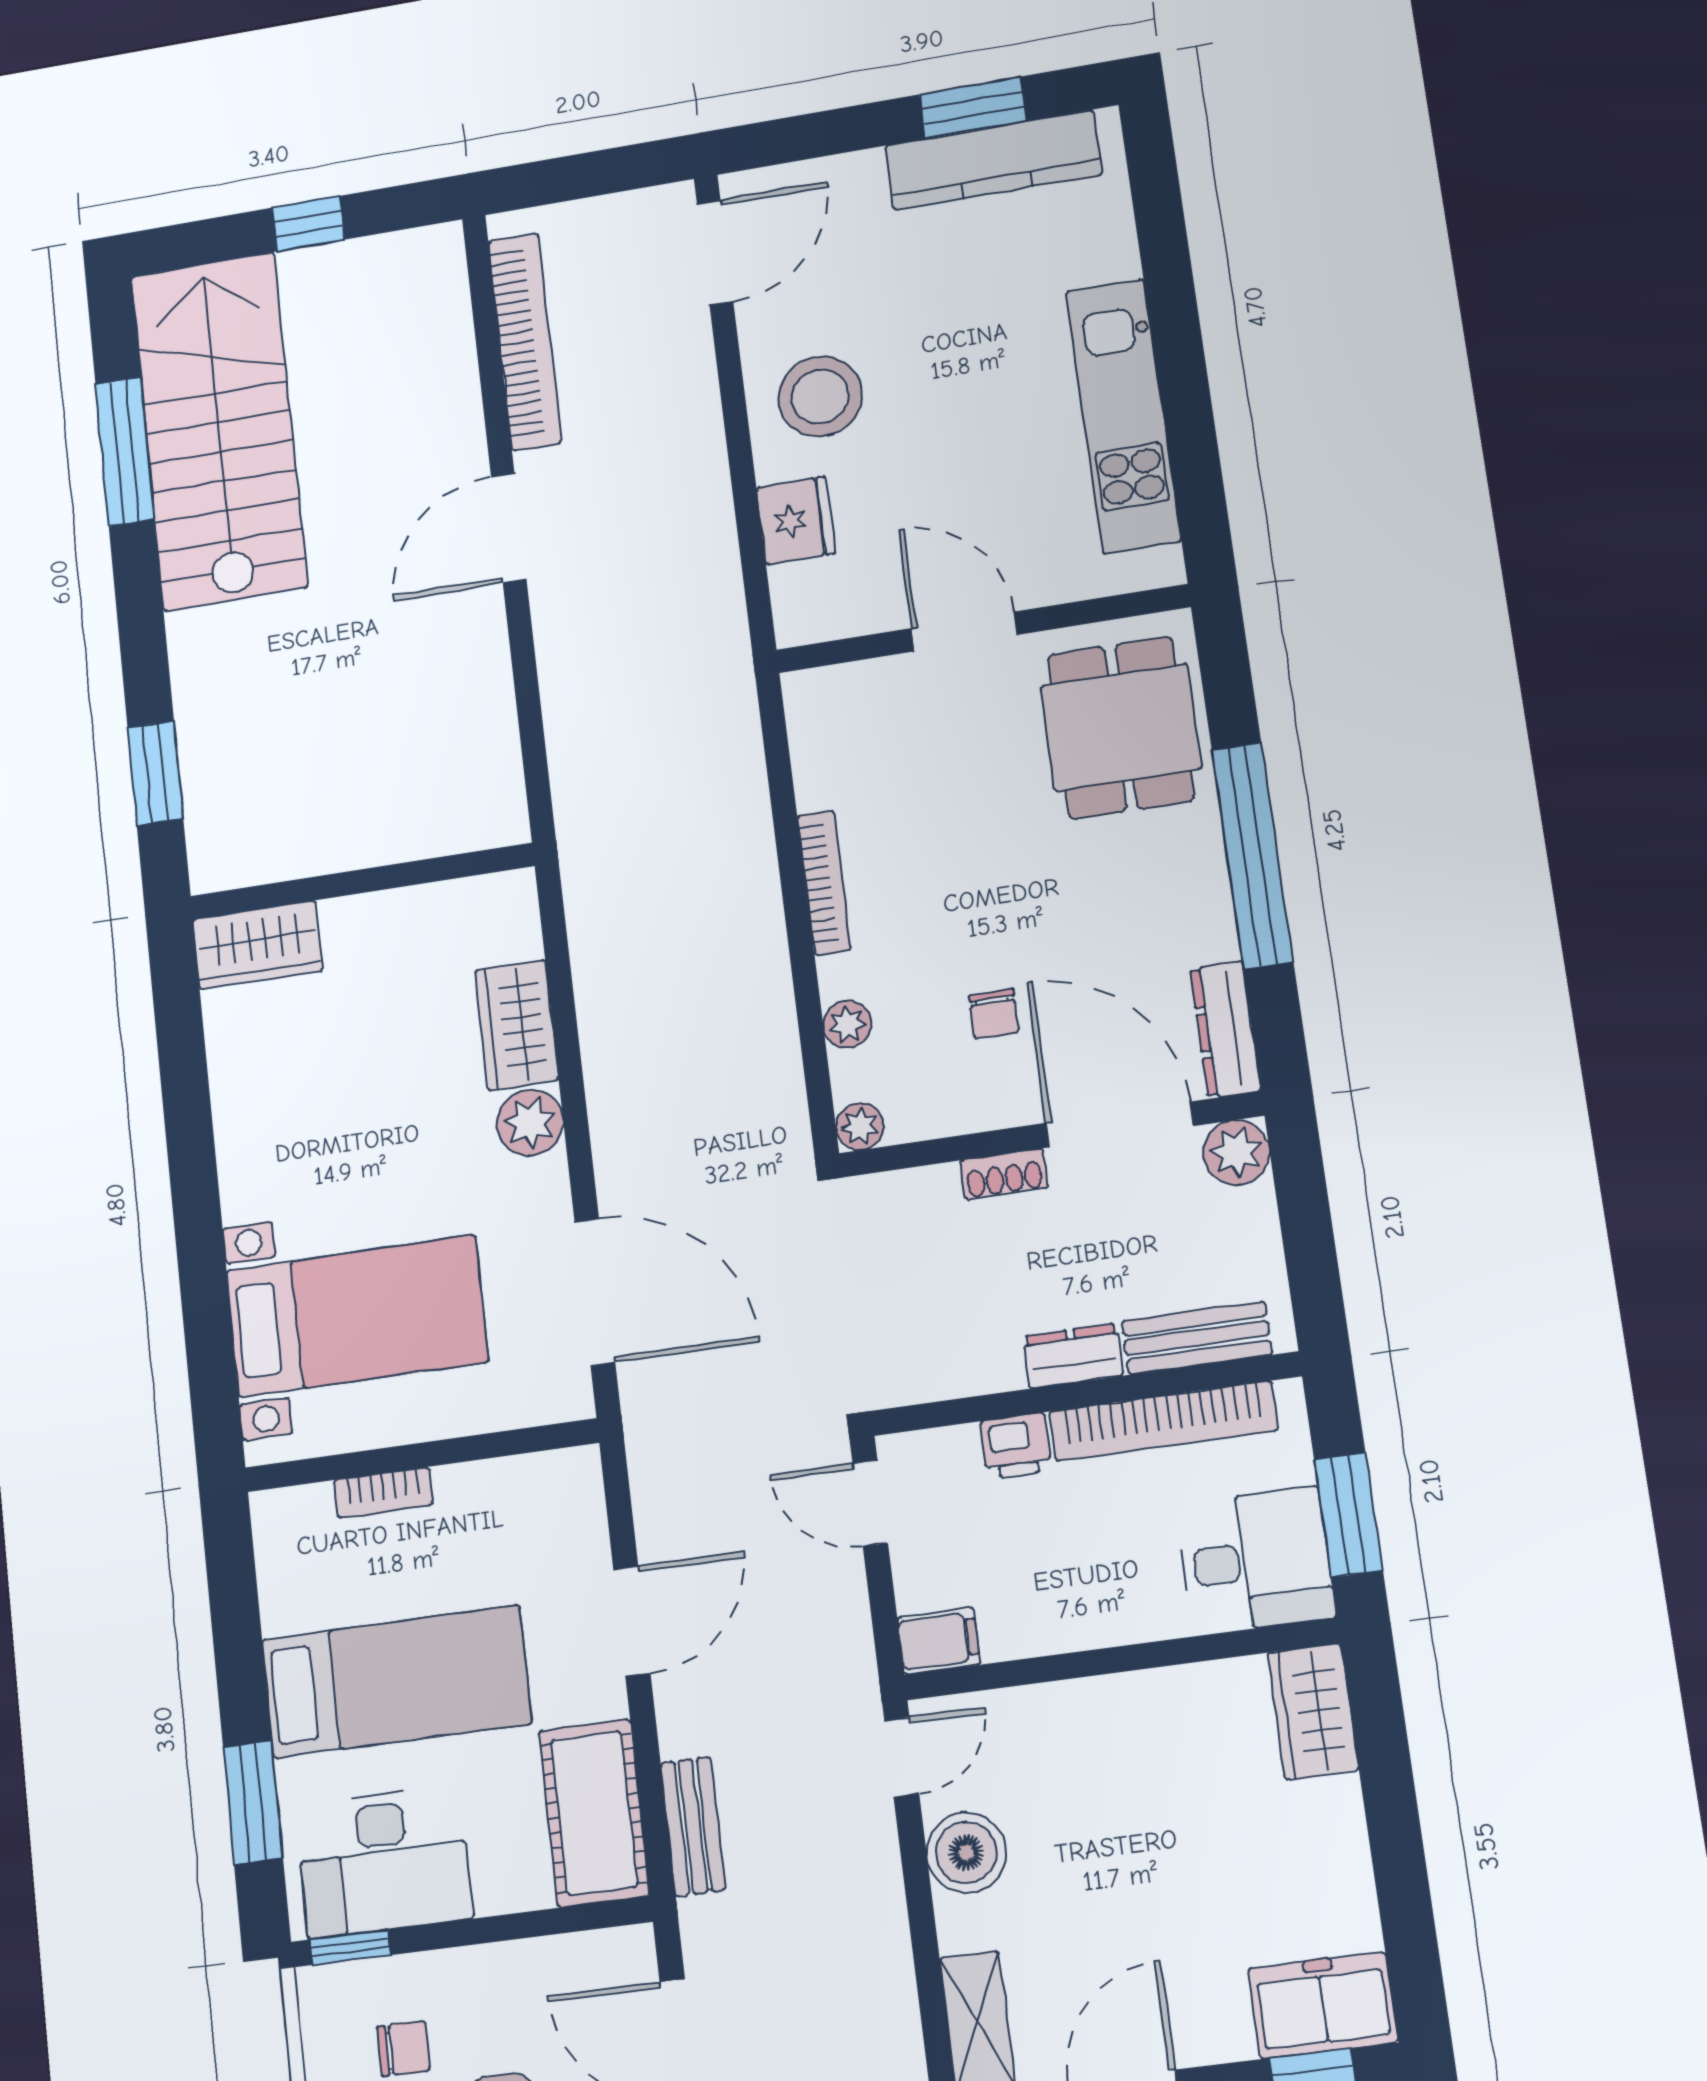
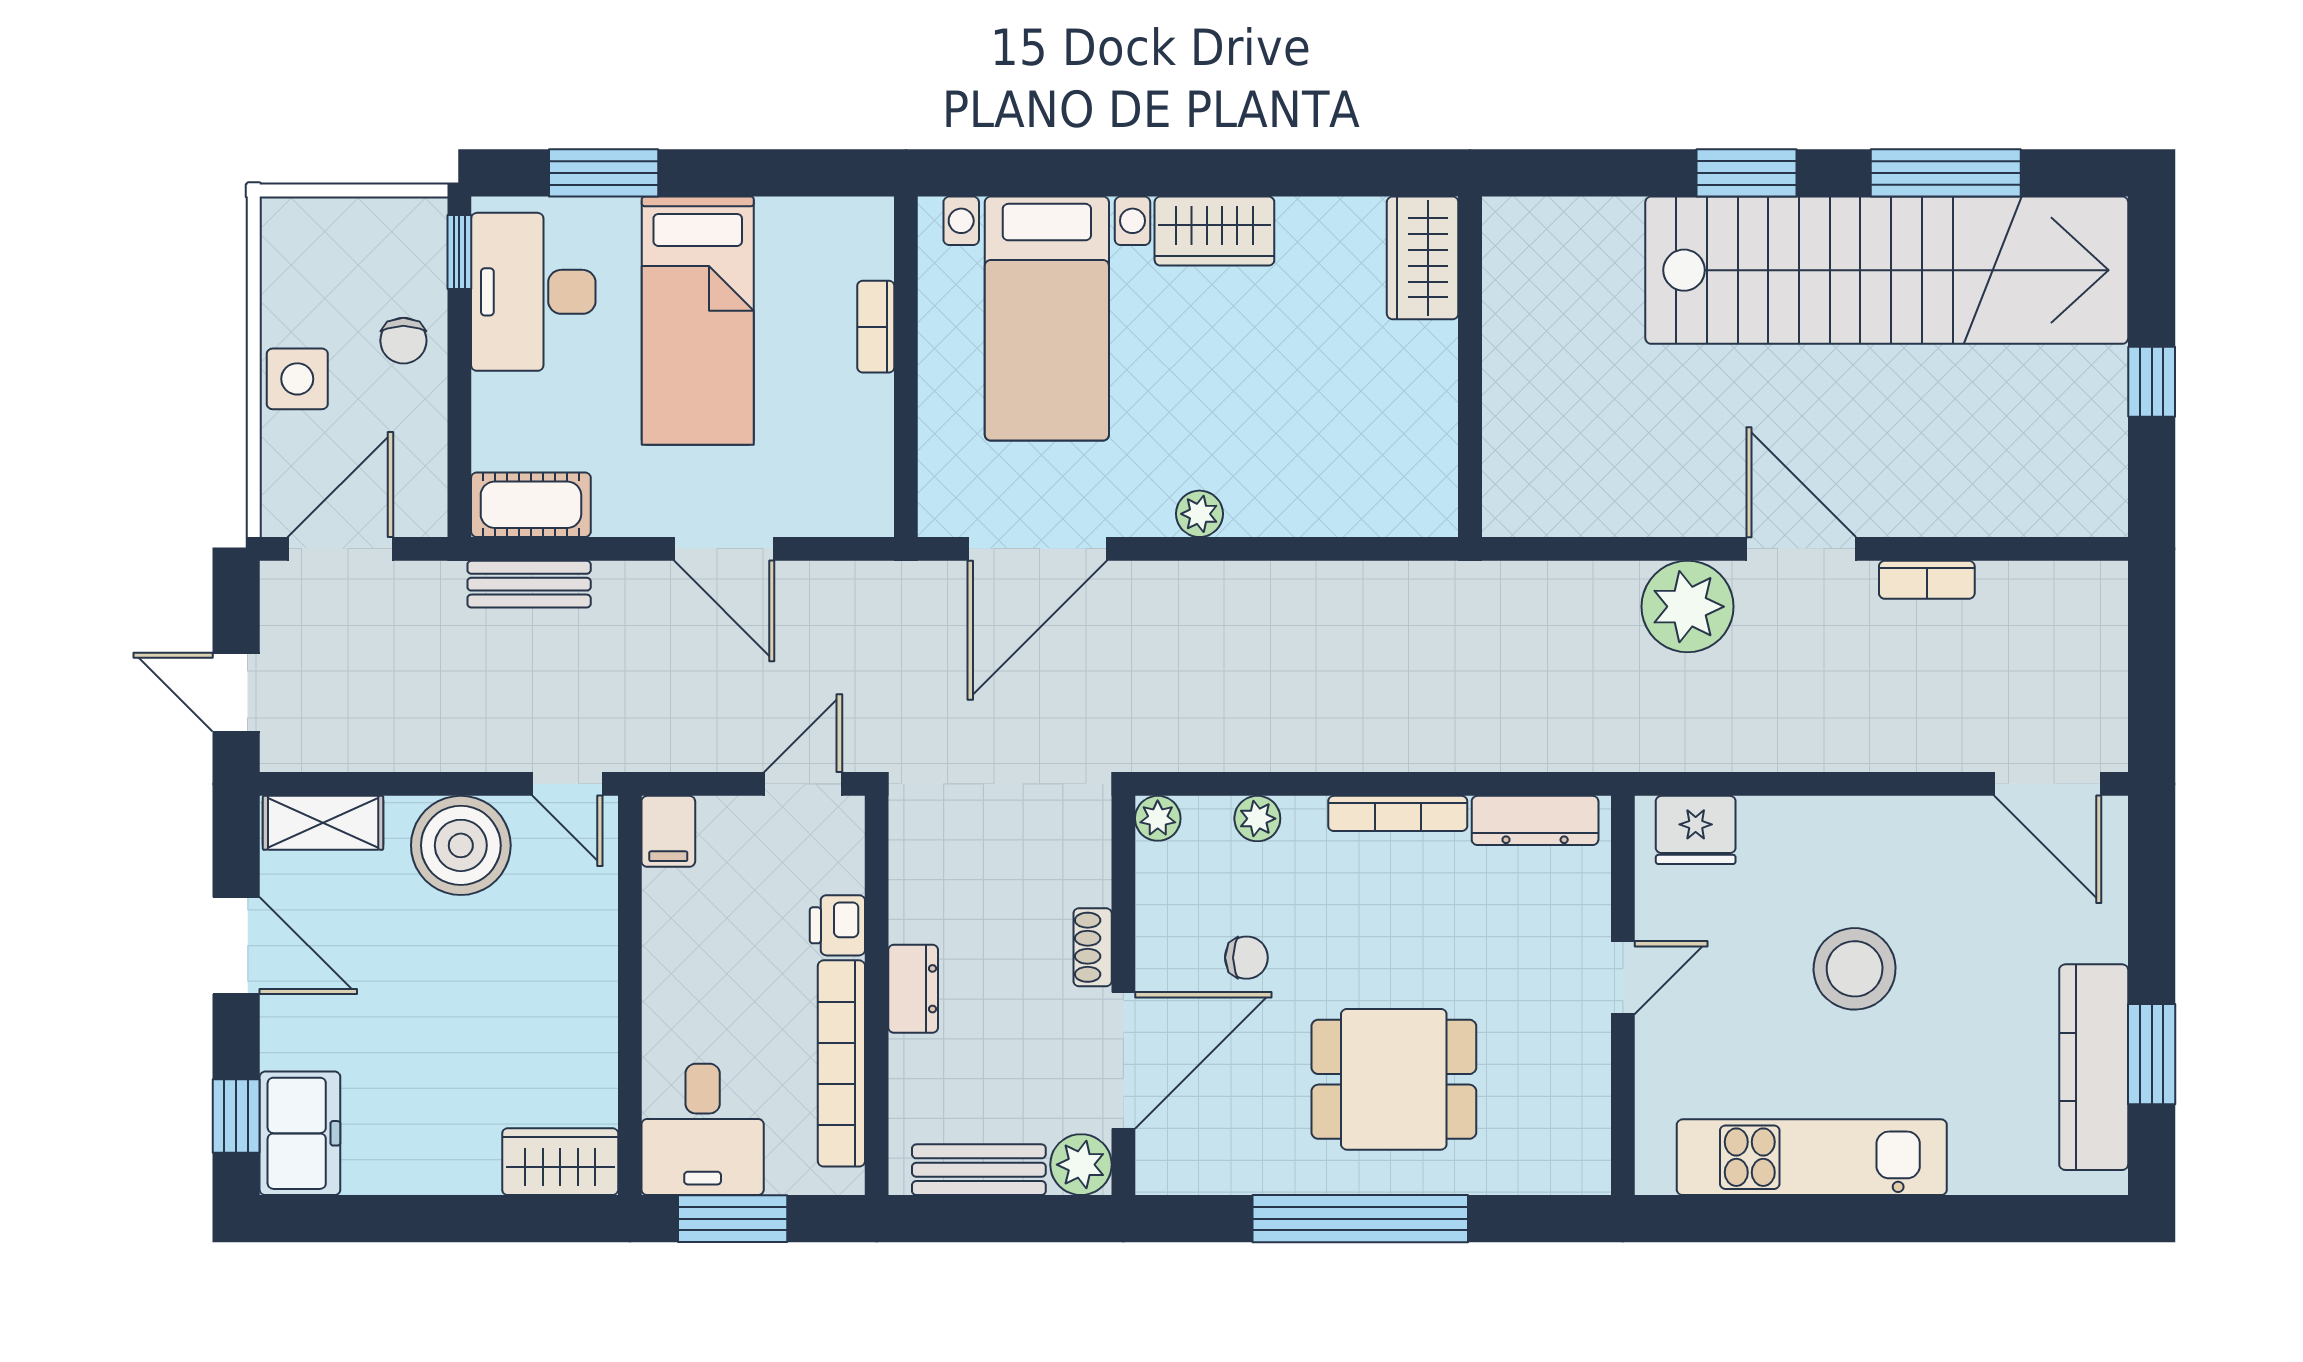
bookcase: (525, 342) -> (1927, 580), width x0.43, depth x0.76
stool: (820, 396) -> (1855, 969), moved
stairs: (219, 431) -> (1887, 270), width x1.36
fridge: (796, 520) -> (1696, 830), moved
plant: (579, 629) -> (1688, 607), added
door: (964, 632) -> (1623, 978), width x0.73
dining table: (1121, 728) -> (1394, 1079), moved
window: (155, 773) -> (1747, 173), moved
chair: (994, 1014) -> (1246, 958), turned 180
wardrobe: (517, 1025) -> (1214, 231), moved, turned 180
dresser: (1225, 1030) -> (1535, 820), moved, turned 180
plant: (530, 1123) -> (1199, 514), width x0.73, depth x0.73
bench: (1197, 1338) -> (979, 1170), moved, turned 90
cot: (594, 1813) -> (531, 505), width x0.73, depth x0.75
boiler: (966, 1853) -> (461, 845), width x1.37, depth x1.37
chair: (403, 2049) -> (403, 341), moved

